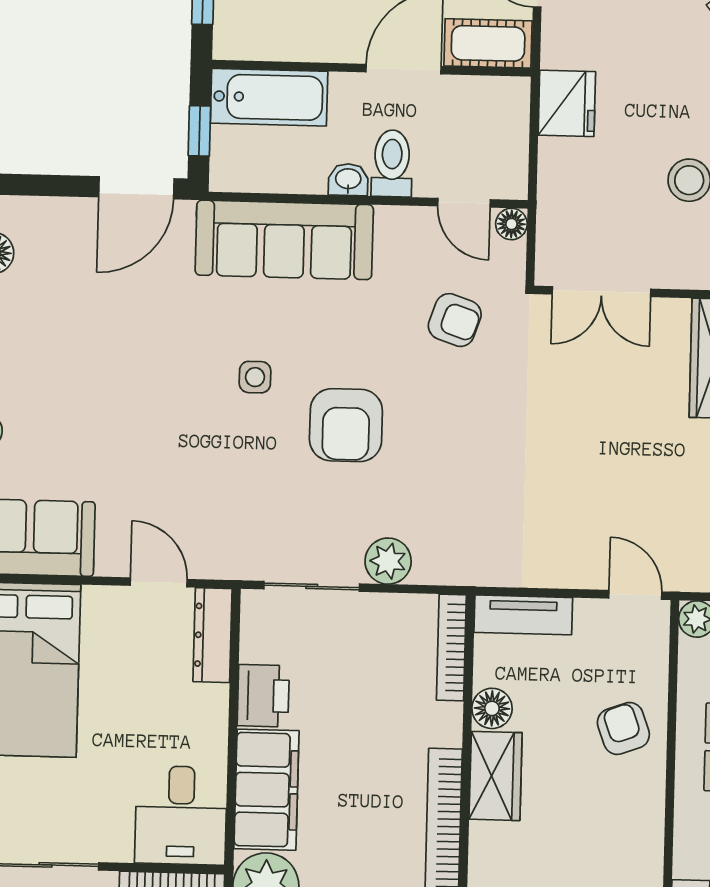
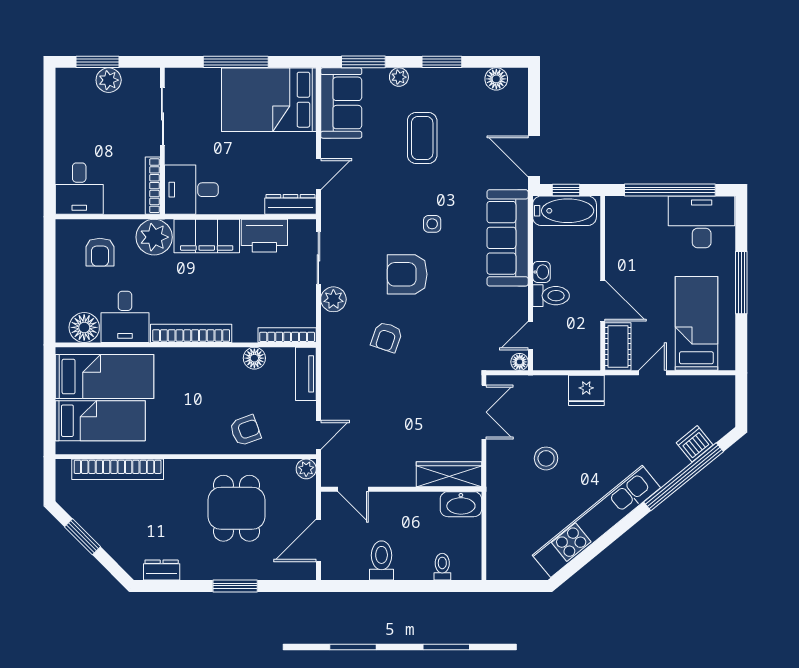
bathtub: (269, 97) -> (565, 211), moved, turned -90
double door: (601, 292) -> (484, 412), swing flipped
armchair: (455, 320) -> (387, 337), moved
coffee table: (98, 391) -> (422, 138), added
printer: (263, 696) -> (264, 236), width x1.37, depth x1.19
wardrobe: (496, 776) -> (217, 361), removed

